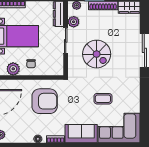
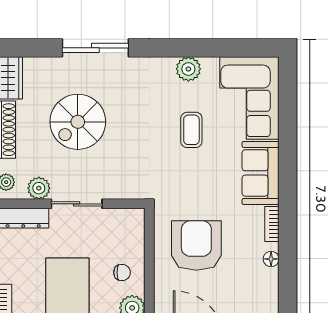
spiral stairs: (97, 54) -> (78, 122), moved, turned 180
plant: (134, 97) -> (188, 69), added

